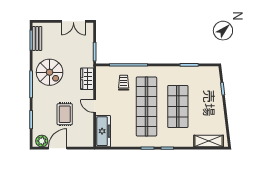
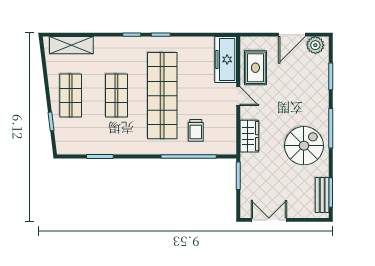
spiral stairs: (50, 72) -> (304, 146), turned 90
shop shelf: (178, 106) -> (116, 96), width x0.70, depth x0.74
shop shelf: (209, 106) -> (71, 96), added
rug: (65, 114) -> (255, 68), moved

